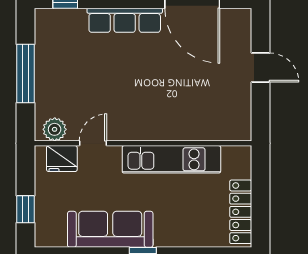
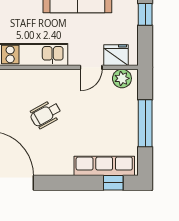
row of seats: (125, 20) -> (104, 166), moved
wheelchair: (150, 85) -> (46, 114), added

